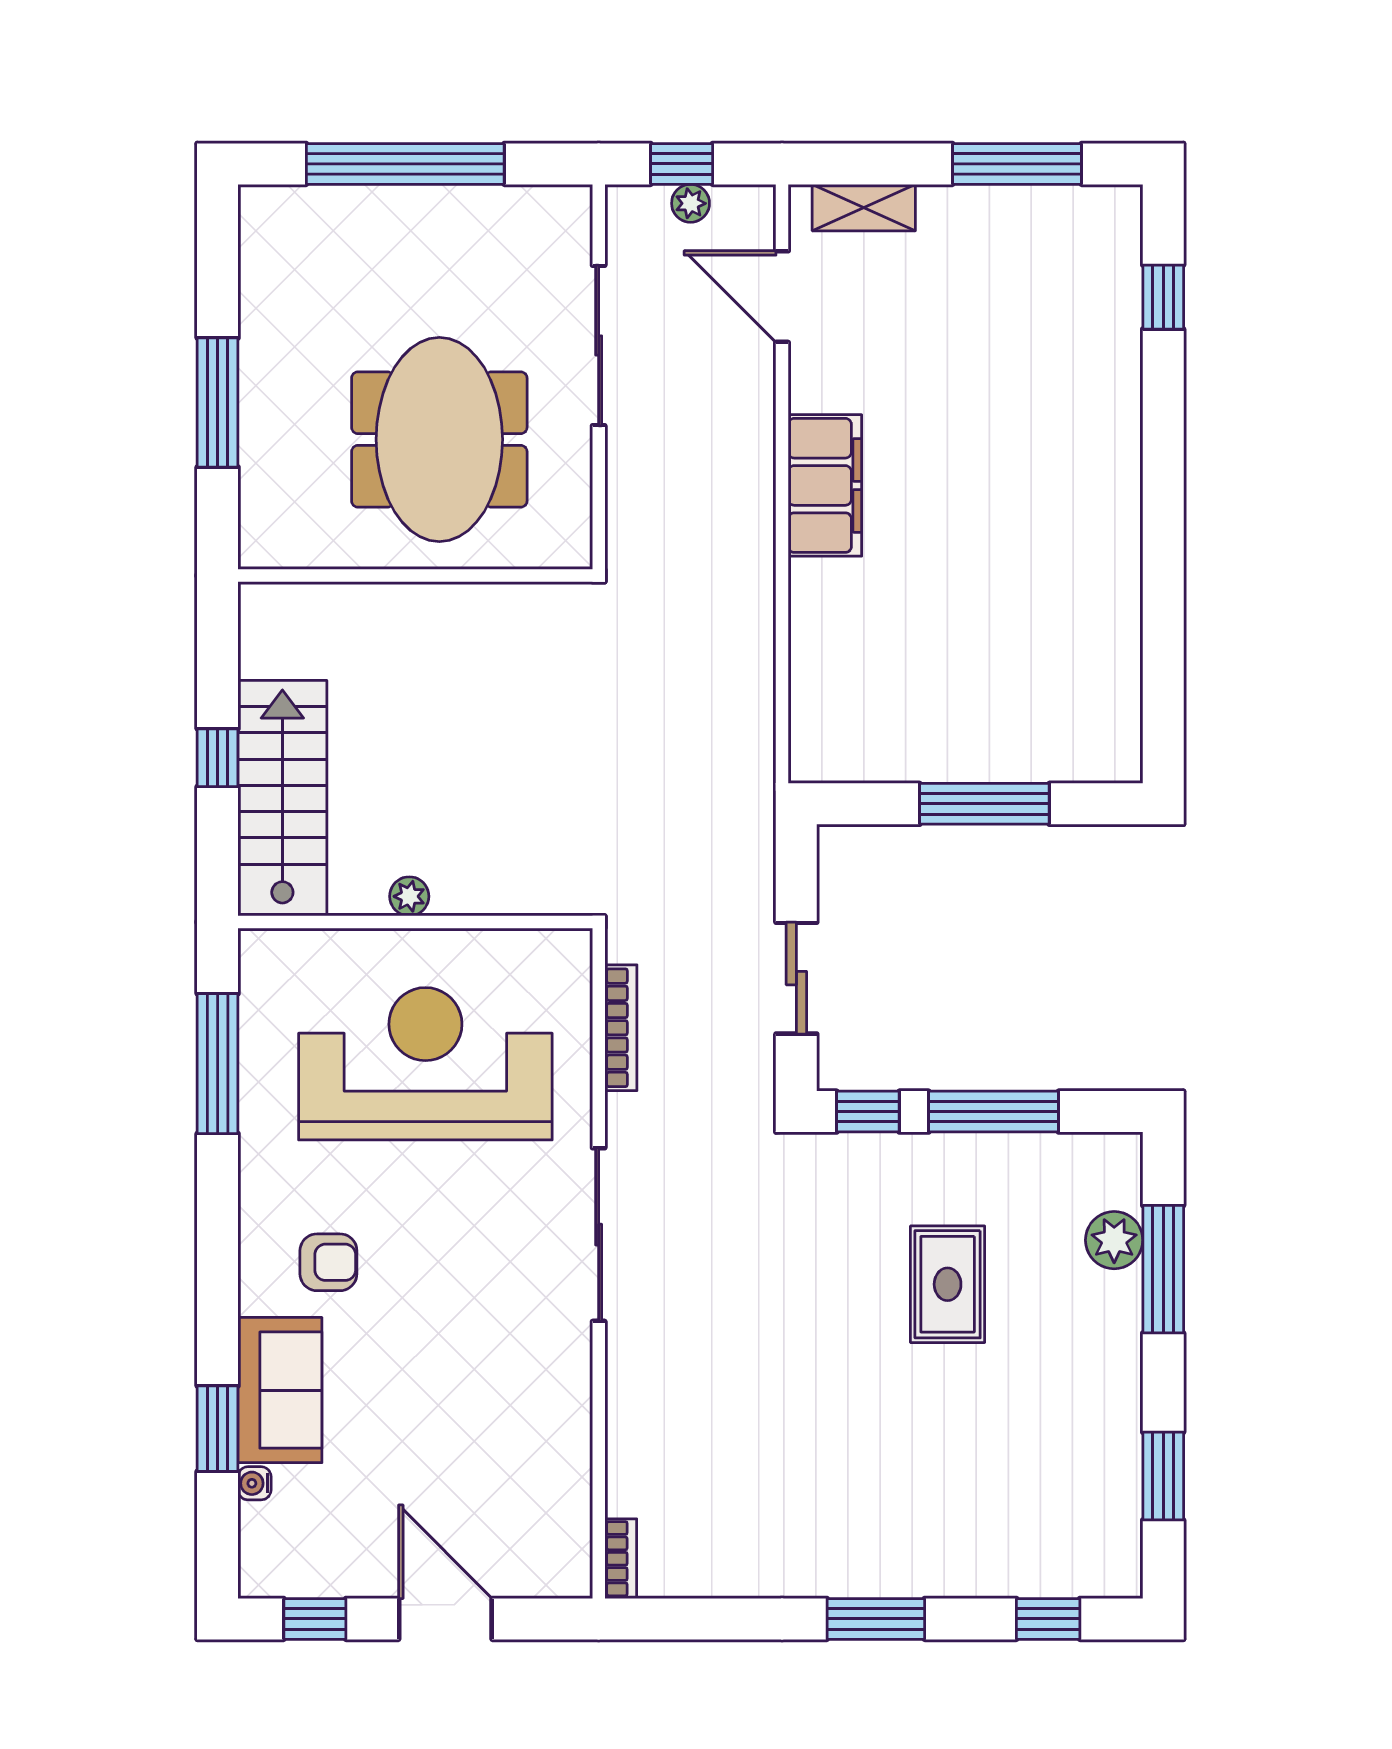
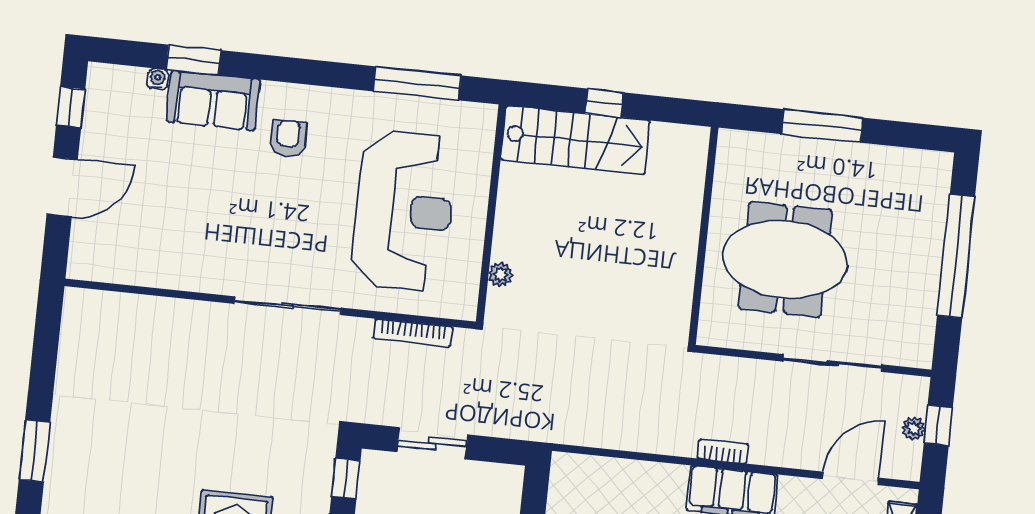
plant: (409, 896) -> (501, 275), moved
armchair: (328, 1262) -> (288, 138), turned 180
bookcase: (621, 1559) -> (723, 451), moved, turned 180

